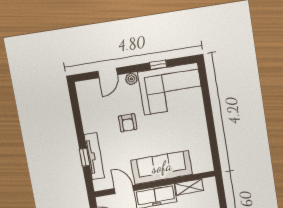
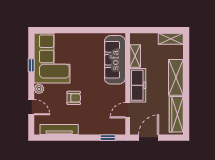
tv unit: (94, 156) -> (59, 130), moved
window: (84, 157) -> (108, 138), moved
sofa: (162, 167) -> (115, 60), moved

